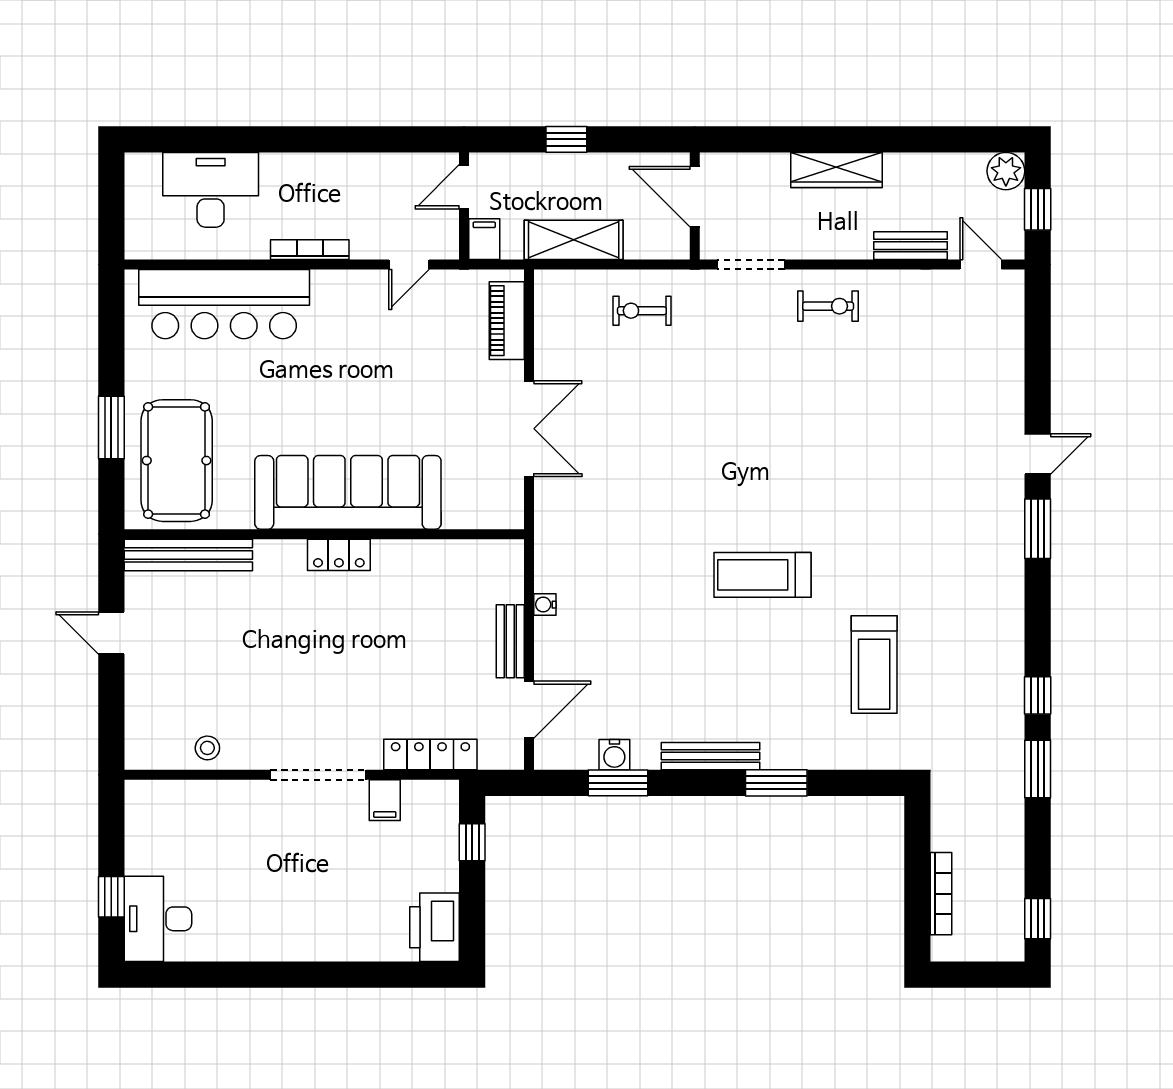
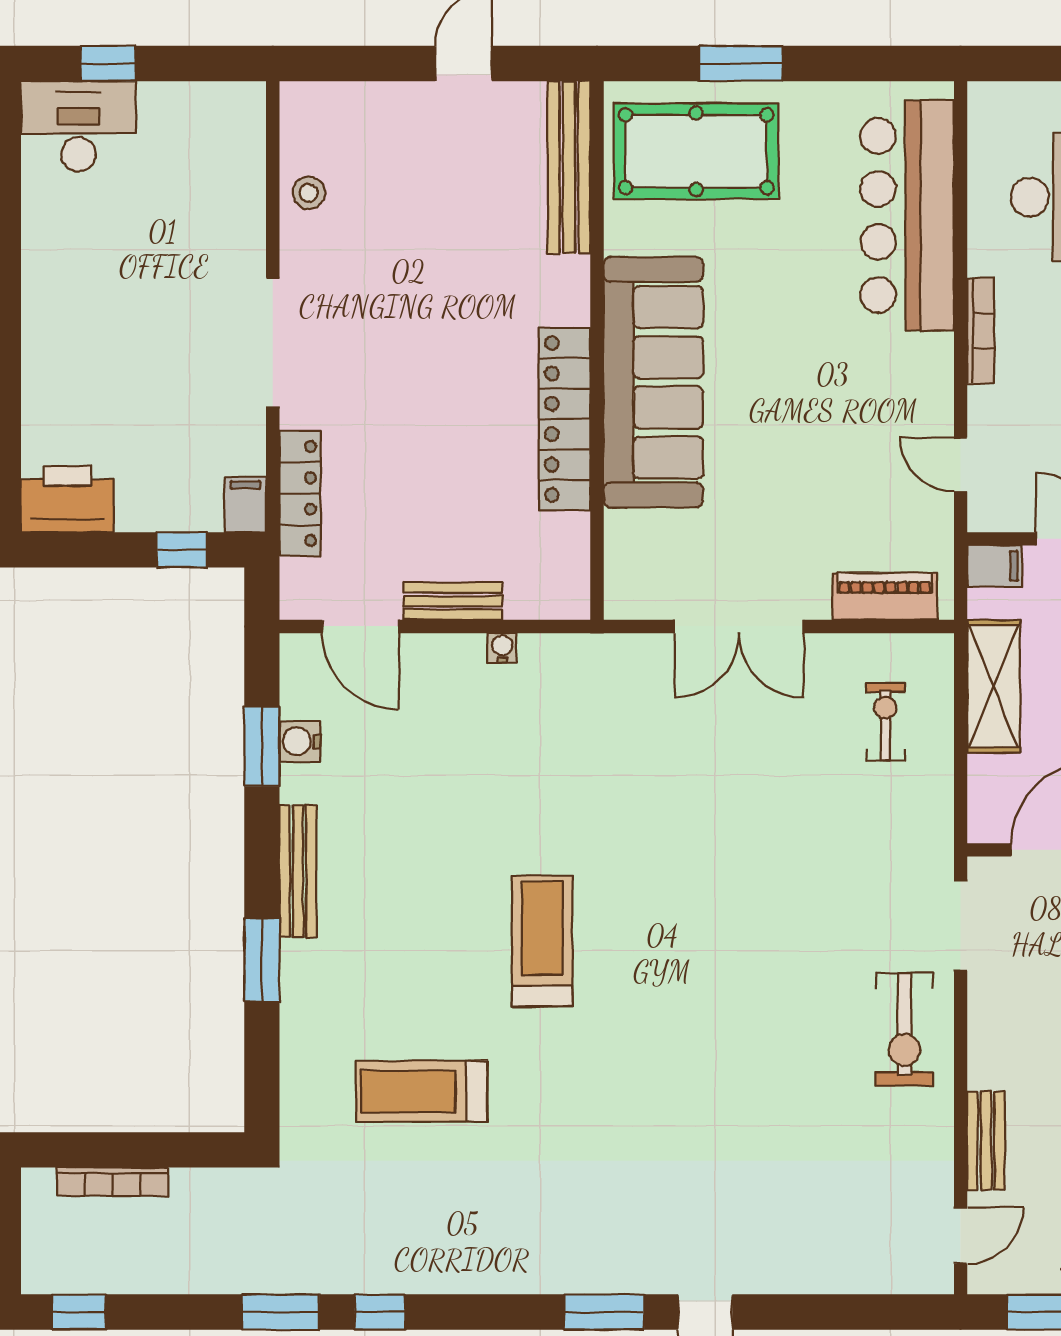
exercise bike: (828, 306) -> (904, 1029), width x1.38, depth x1.39
exercise bike: (642, 311) -> (885, 722), moved
locker: (339, 555) -> (565, 419), width x2.16, depth x1.21
filing cabinet: (385, 800) -> (245, 504), moved, turned 90

